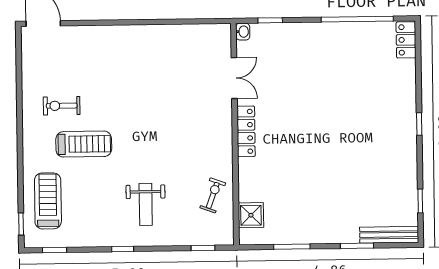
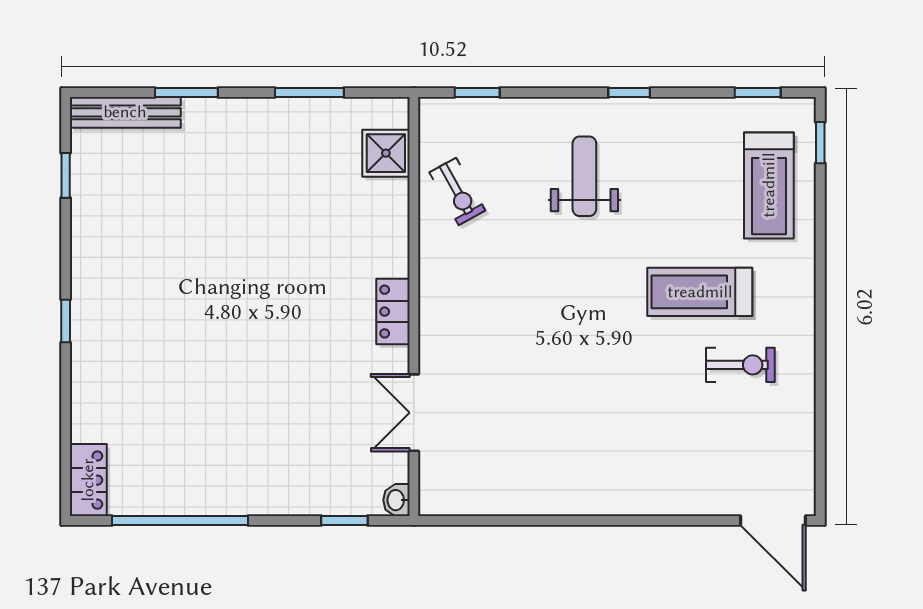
locker: (246, 131) -> (393, 312), width x0.66
exercise bike: (213, 195) -> (457, 191), turned -49

